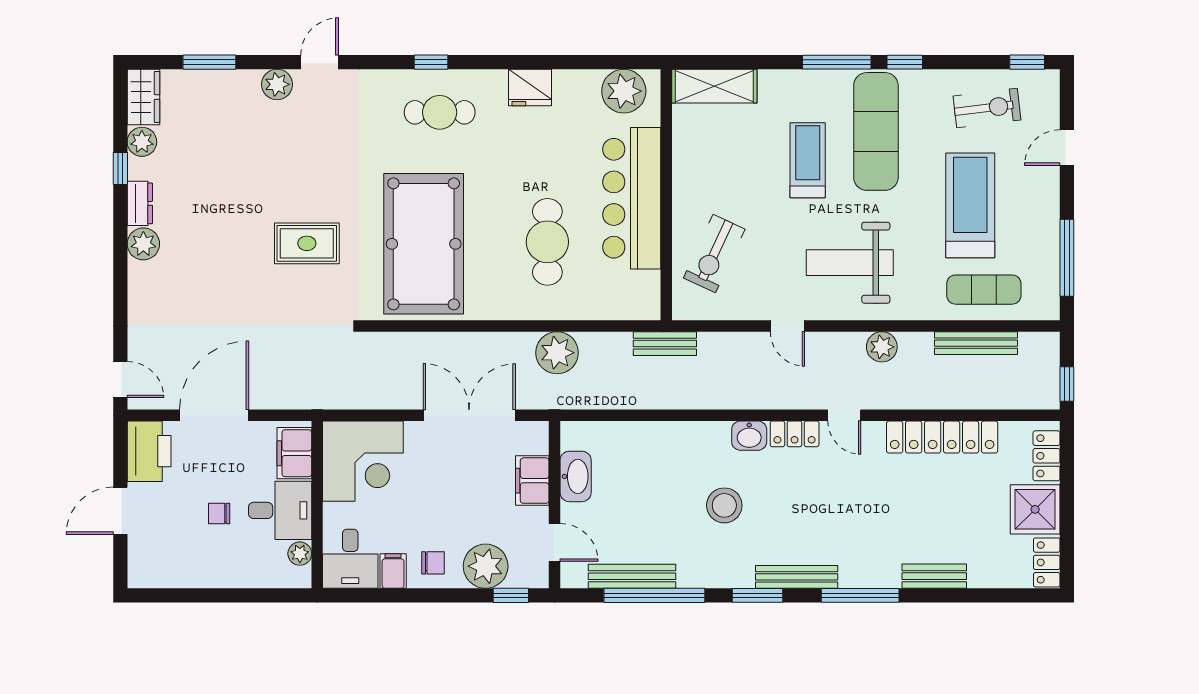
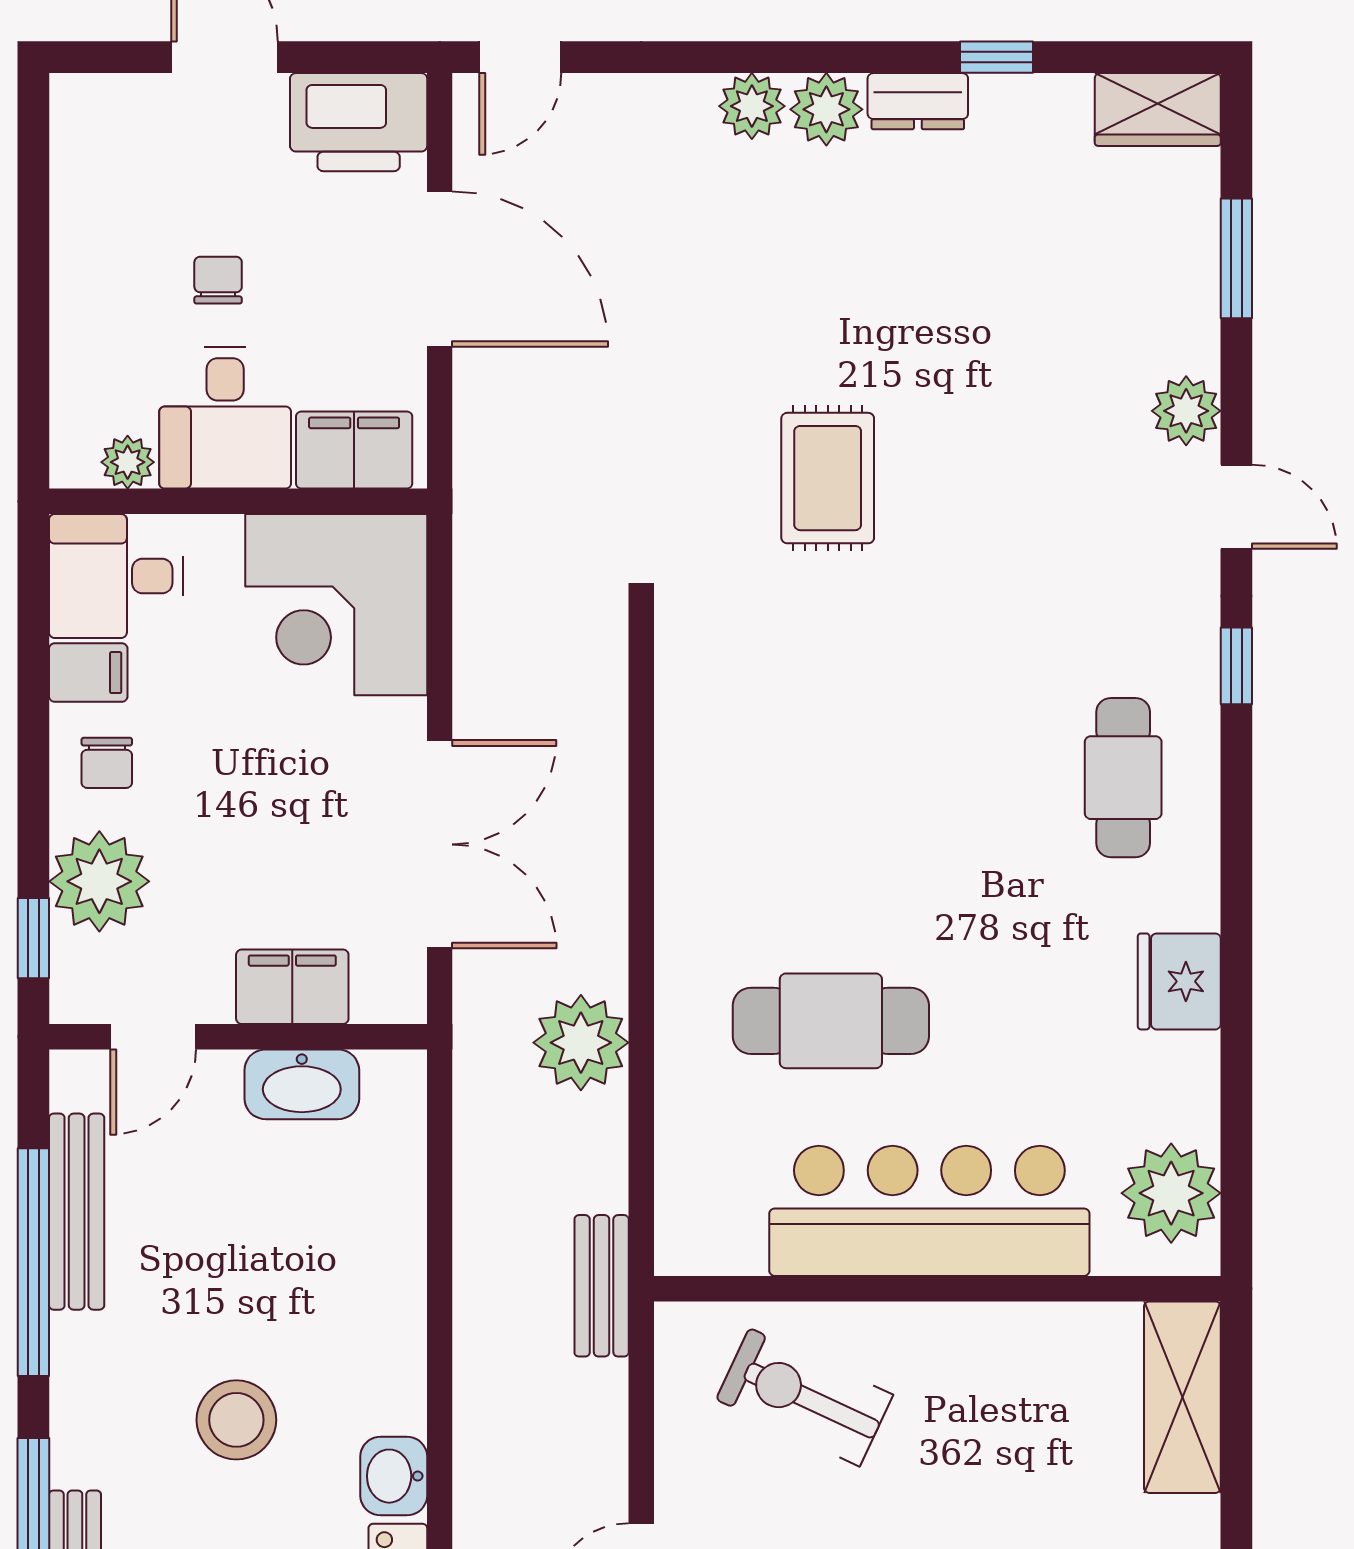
window: (431, 62) -> (1236, 666), moved
plant: (142, 142) -> (752, 106), moved
pool table: (424, 244) -> (827, 741), removed

